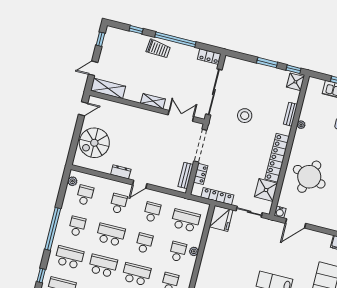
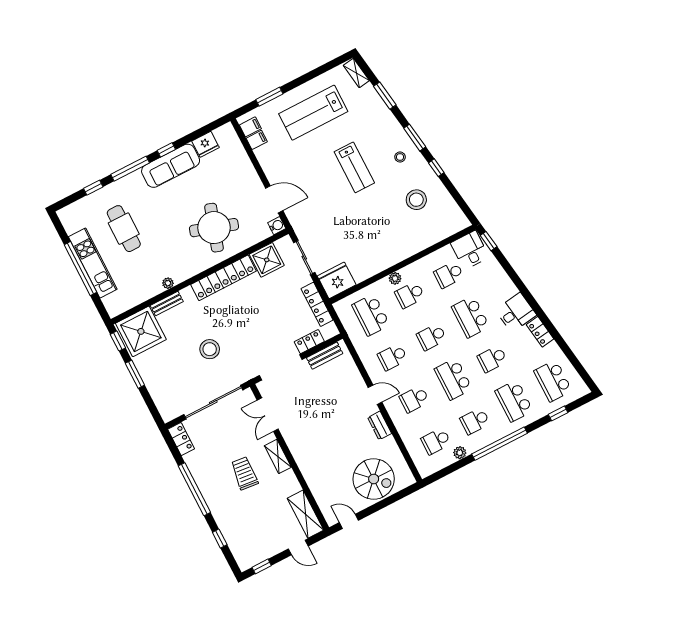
trolley: (158, 49) -> (244, 473), moved
shower: (295, 82) -> (141, 331), width x1.86, depth x1.86
plant: (72, 181) -> (460, 453), moved
school desk: (103, 266) -> (492, 359), width x0.54

